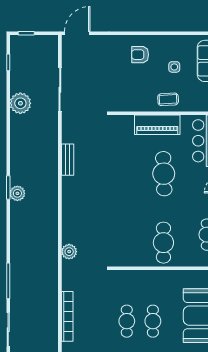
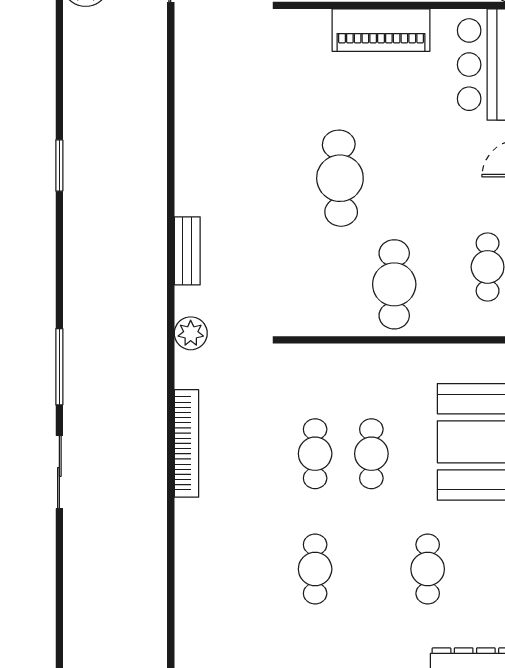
bench: (68, 160) -> (187, 251), moved
cafe table: (164, 174) -> (340, 178), moved
plant: (17, 193) -> (79, 178), removed
plant: (69, 252) -> (191, 333), moved

